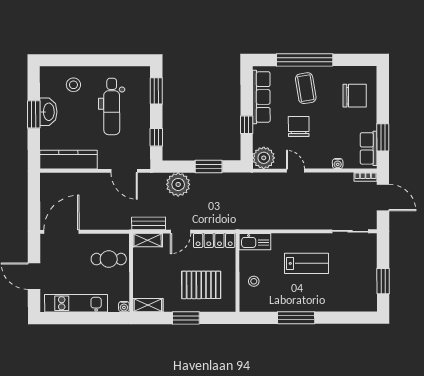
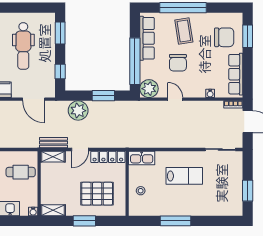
window: (247, 125) -> (135, 61), width x3.17
chair: (299, 126) -> (178, 63), turned 180
window: (383, 137) -> (248, 36), moved
row of seats: (369, 148) -> (236, 74), width x1.48

